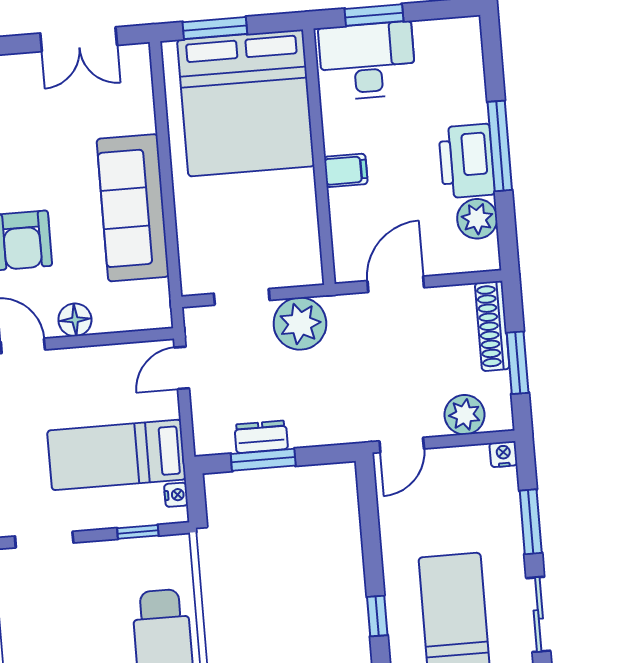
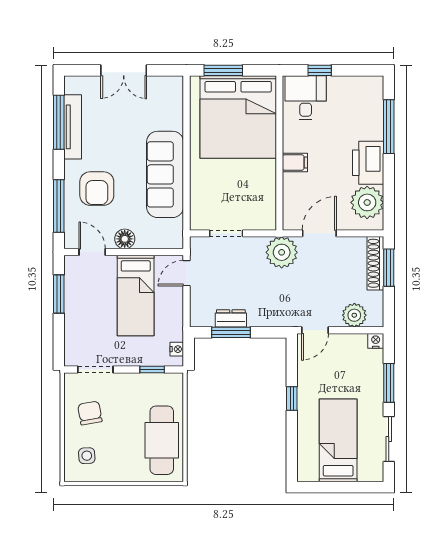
window: (374, 15) -> (320, 70), width x0.67
double door: (79, 39) -> (124, 70), moved
desk: (367, 61) -> (306, 98), width x0.73
window: (500, 146) -> (389, 127), moved
plant: (477, 219) -> (367, 202), width x1.36, depth x1.36
plant: (300, 324) -> (282, 252), moved
window: (518, 363) -> (389, 268), moved
bed: (116, 455) -> (136, 295), moved, turned -90
chair: (41, 612) -> (90, 413), added
window: (377, 616) -> (292, 399), moved

